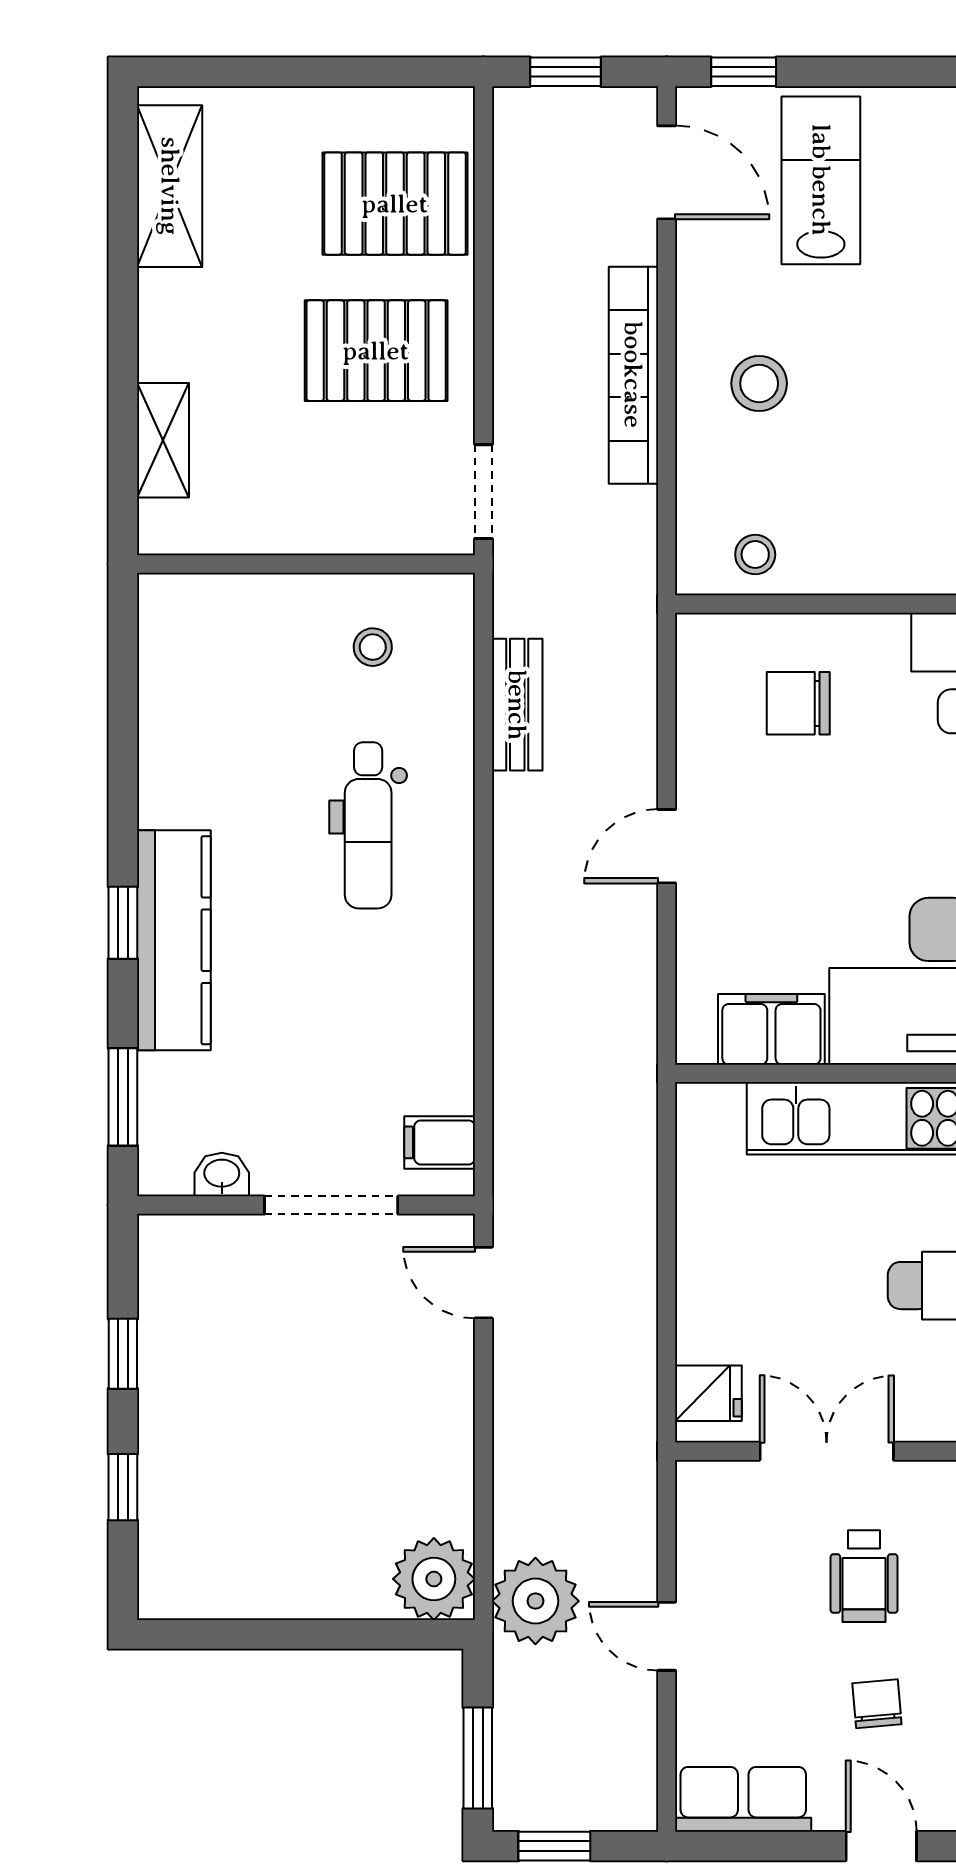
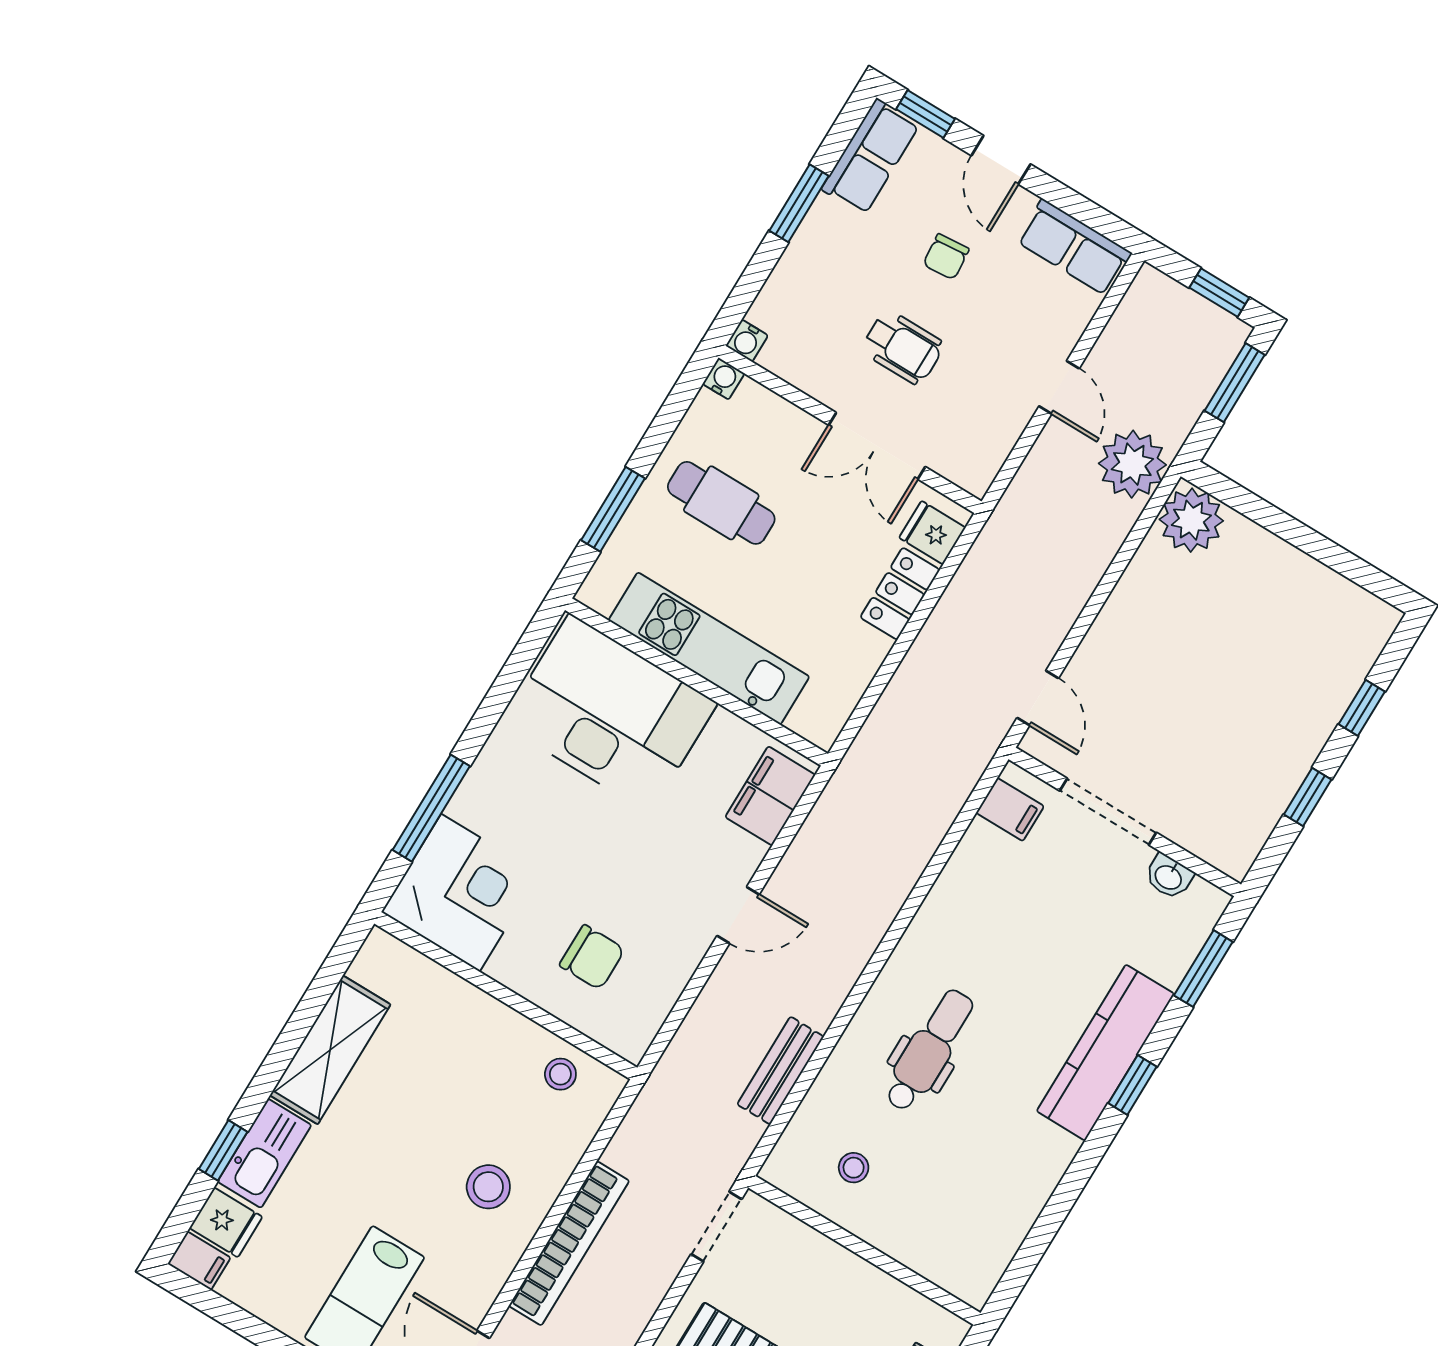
filing cabinet: (771, 1029) -> (770, 796), moved, turned 90
locker: (703, 1305) -> (900, 594), added
wheelchair: (864, 1576) -> (903, 347), turned 90

